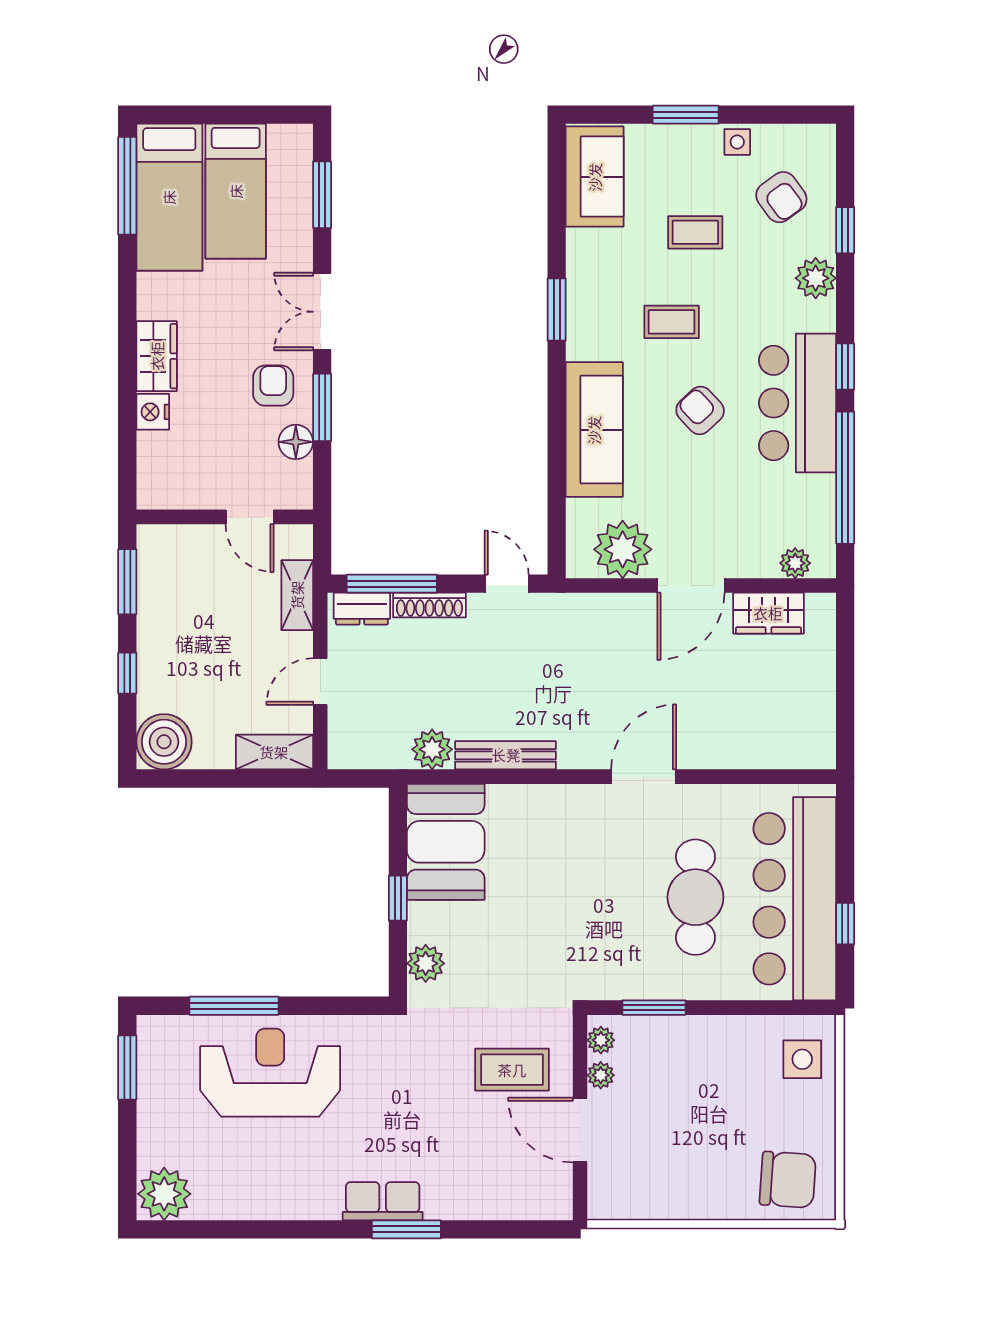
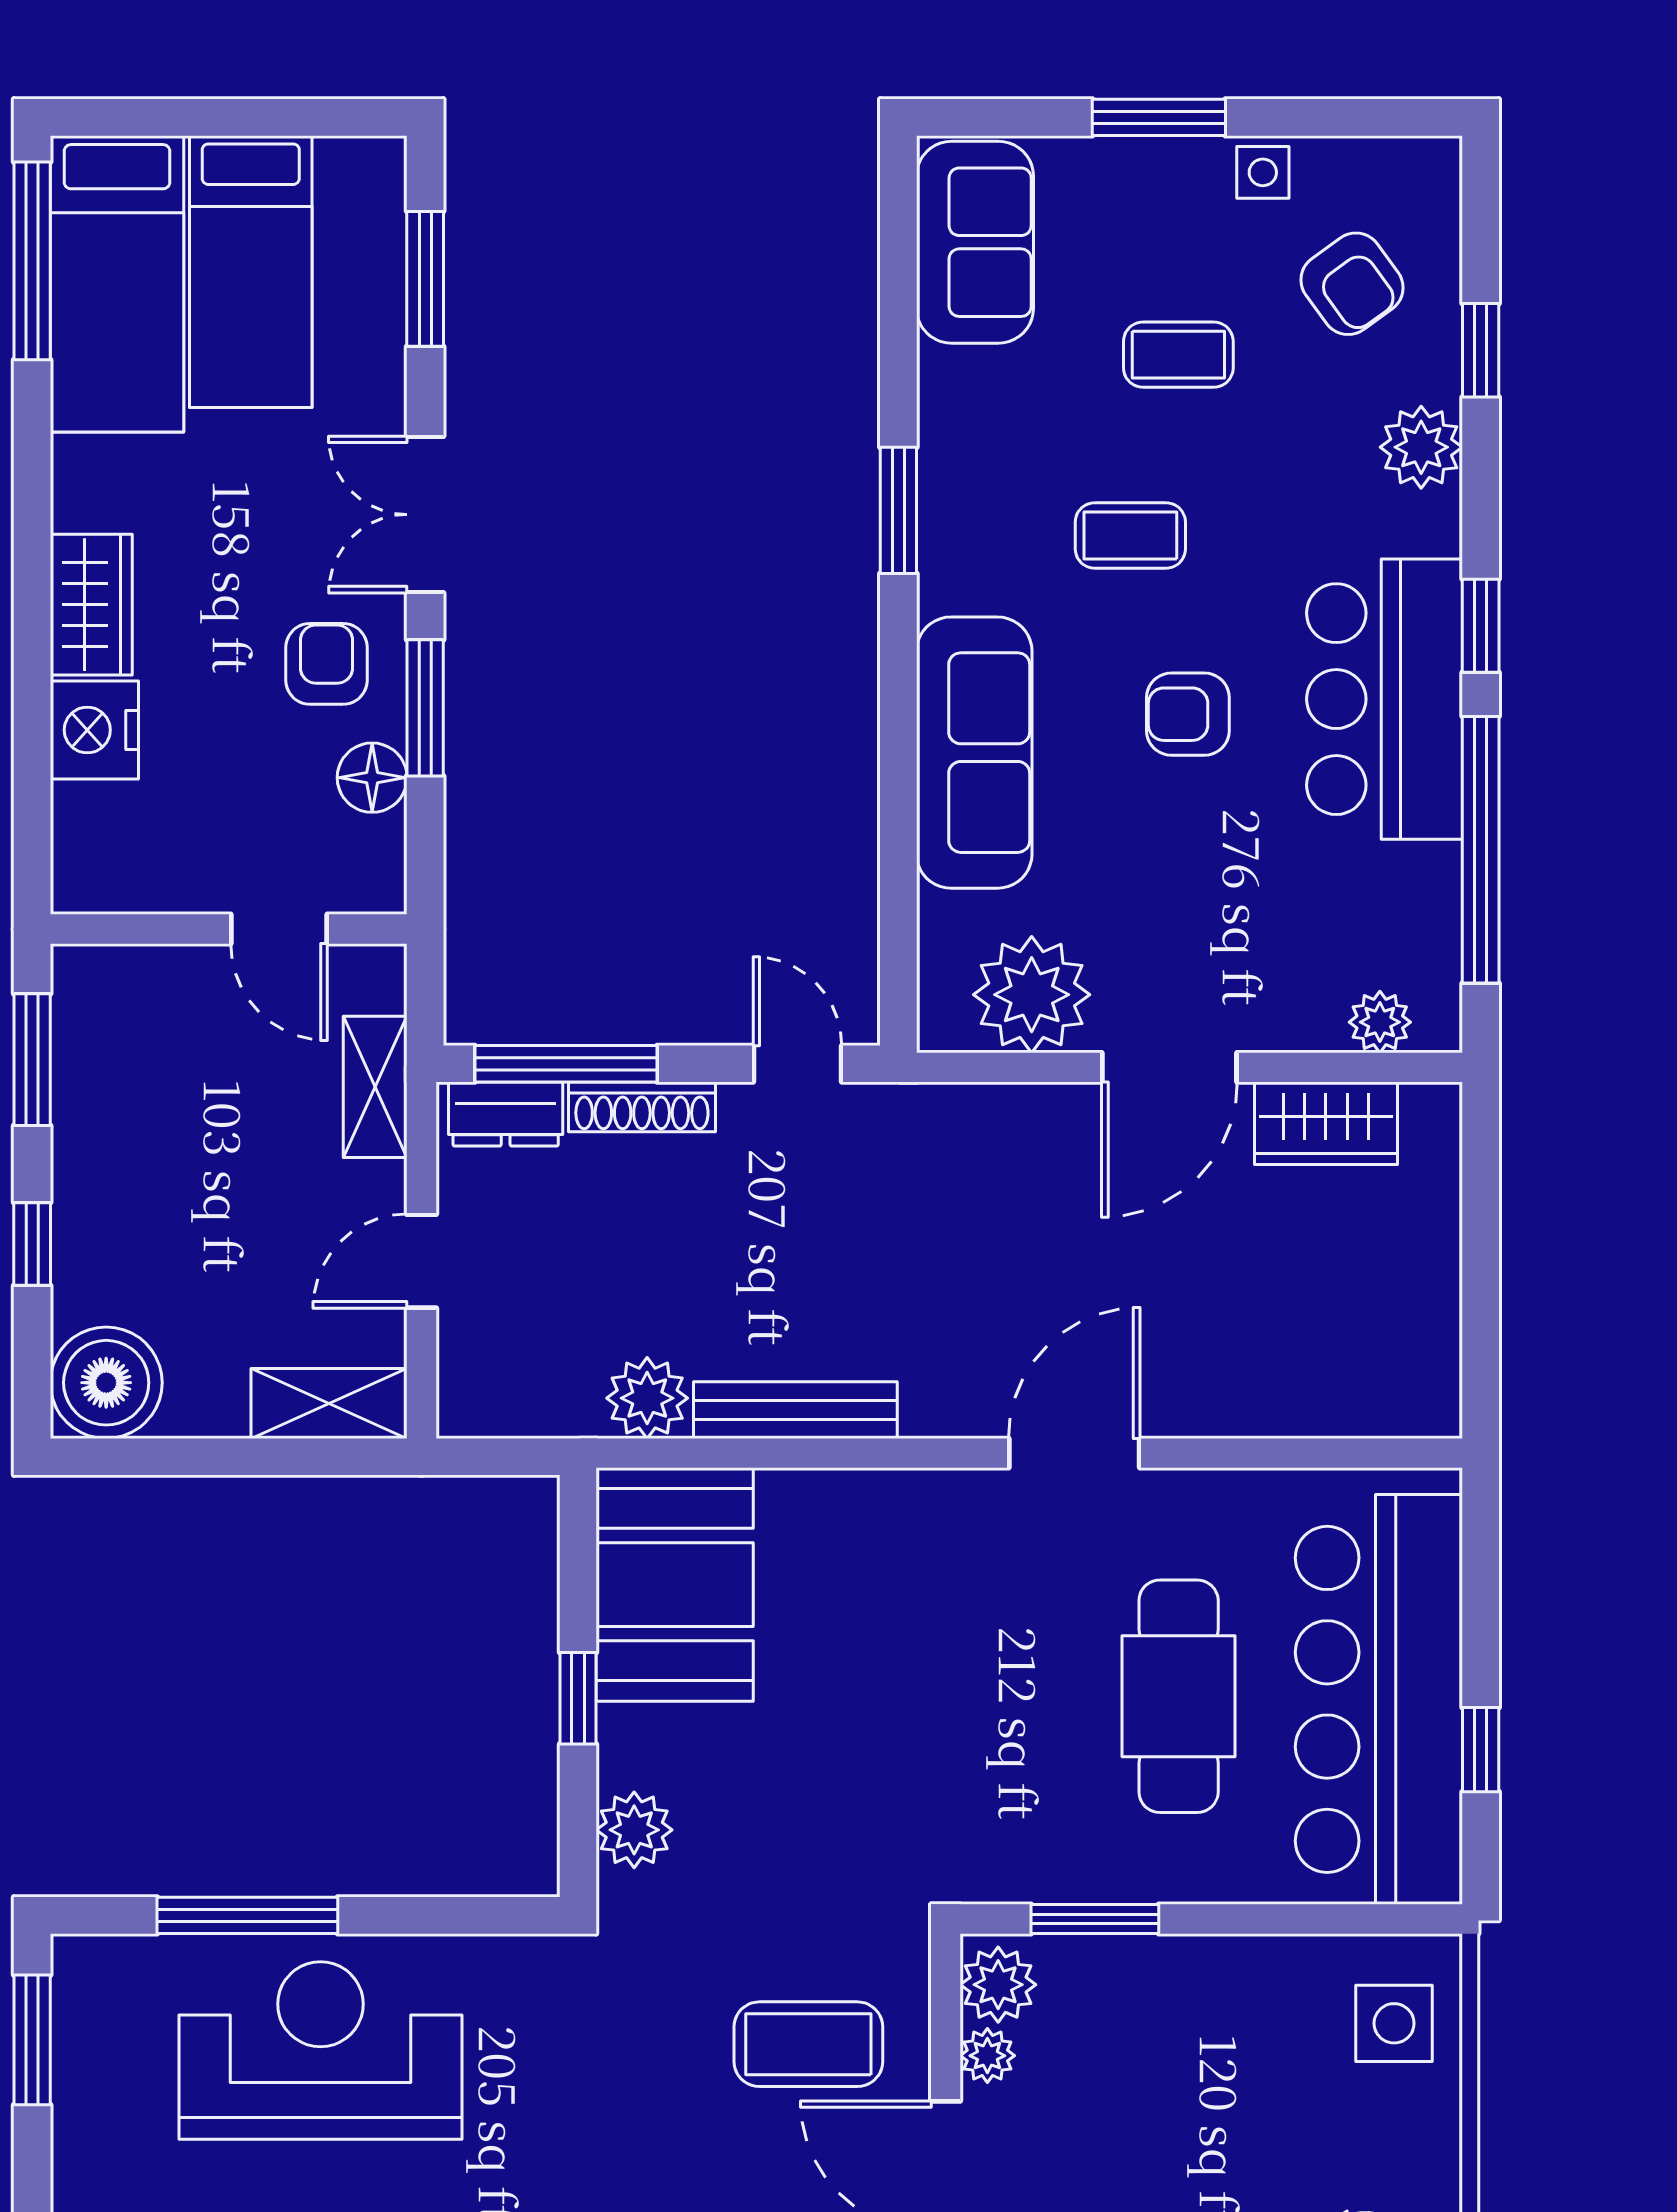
armchair: (700, 410) -> (1188, 714), turned -47
nightstand: (153, 412) -> (94, 730), width x1.36, depth x1.33
plant: (601, 1040) -> (998, 1985), width x1.38, depth x1.38

